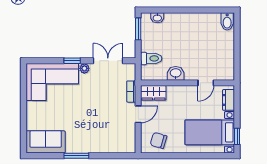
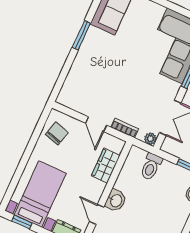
plant: (84, 68) -> (150, 139), moved
washbasin: (176, 73) -> (116, 201), moved
wardrobe: (153, 93) -> (106, 166), moved

